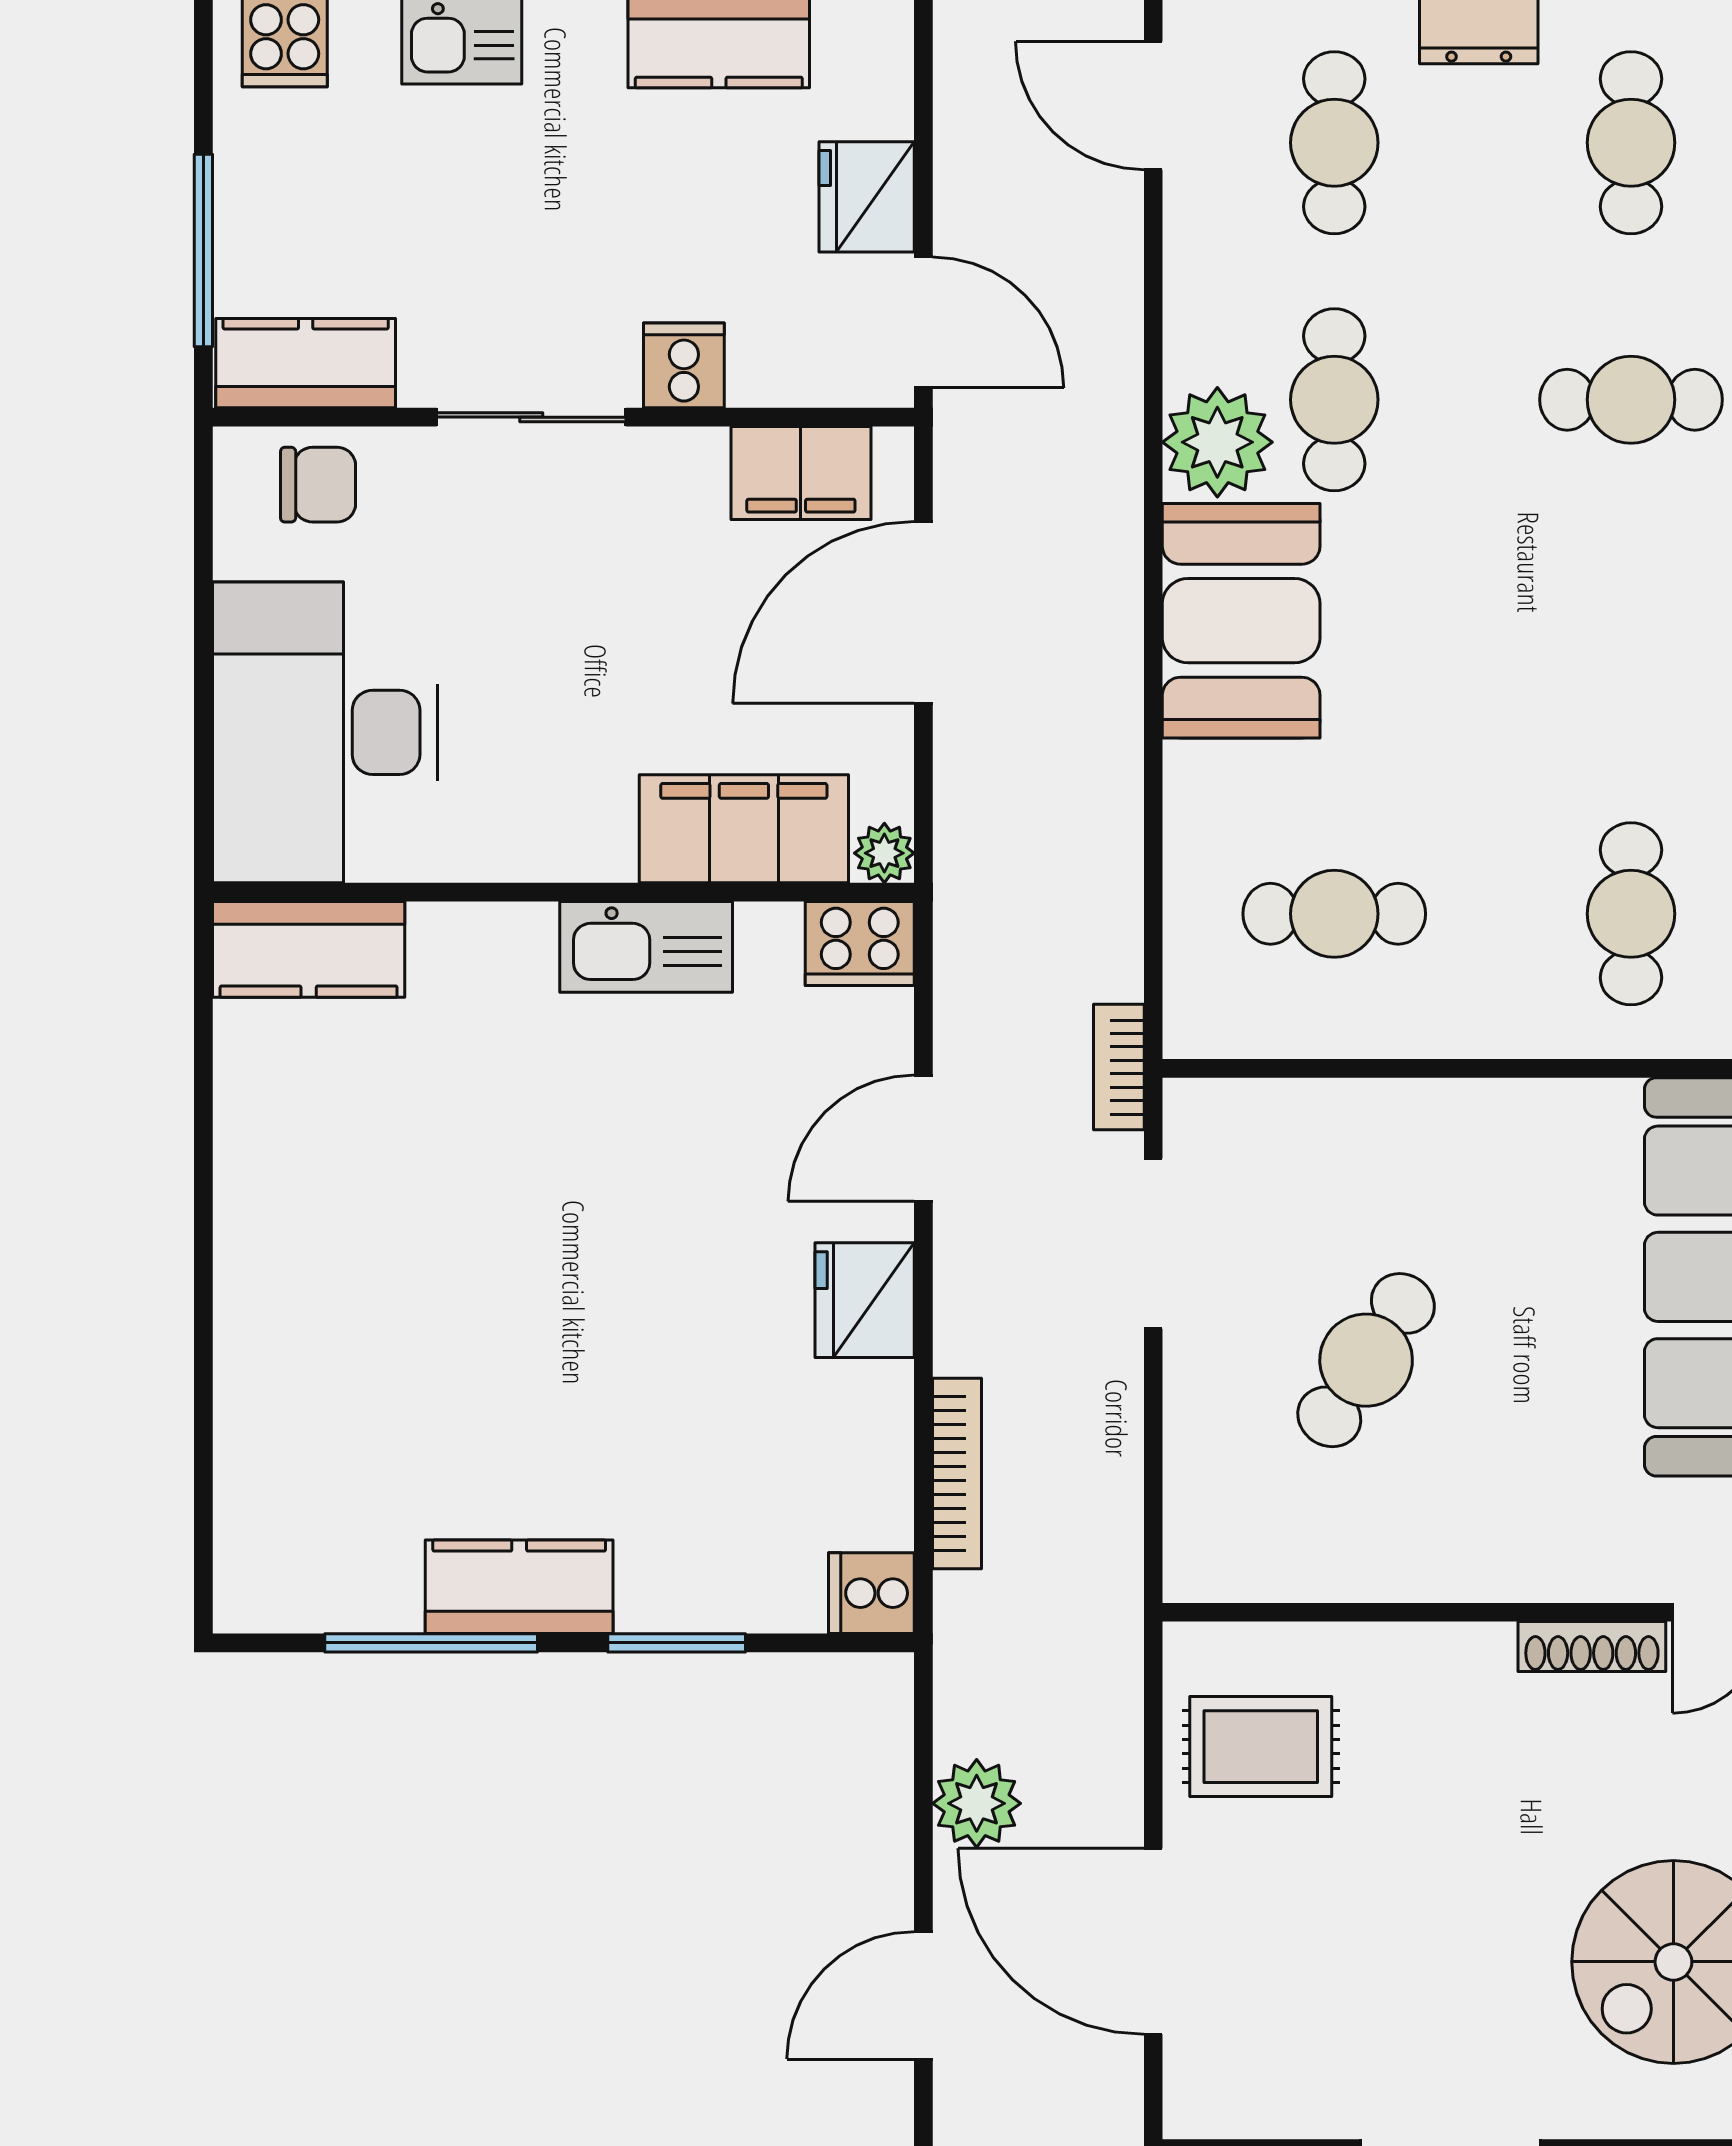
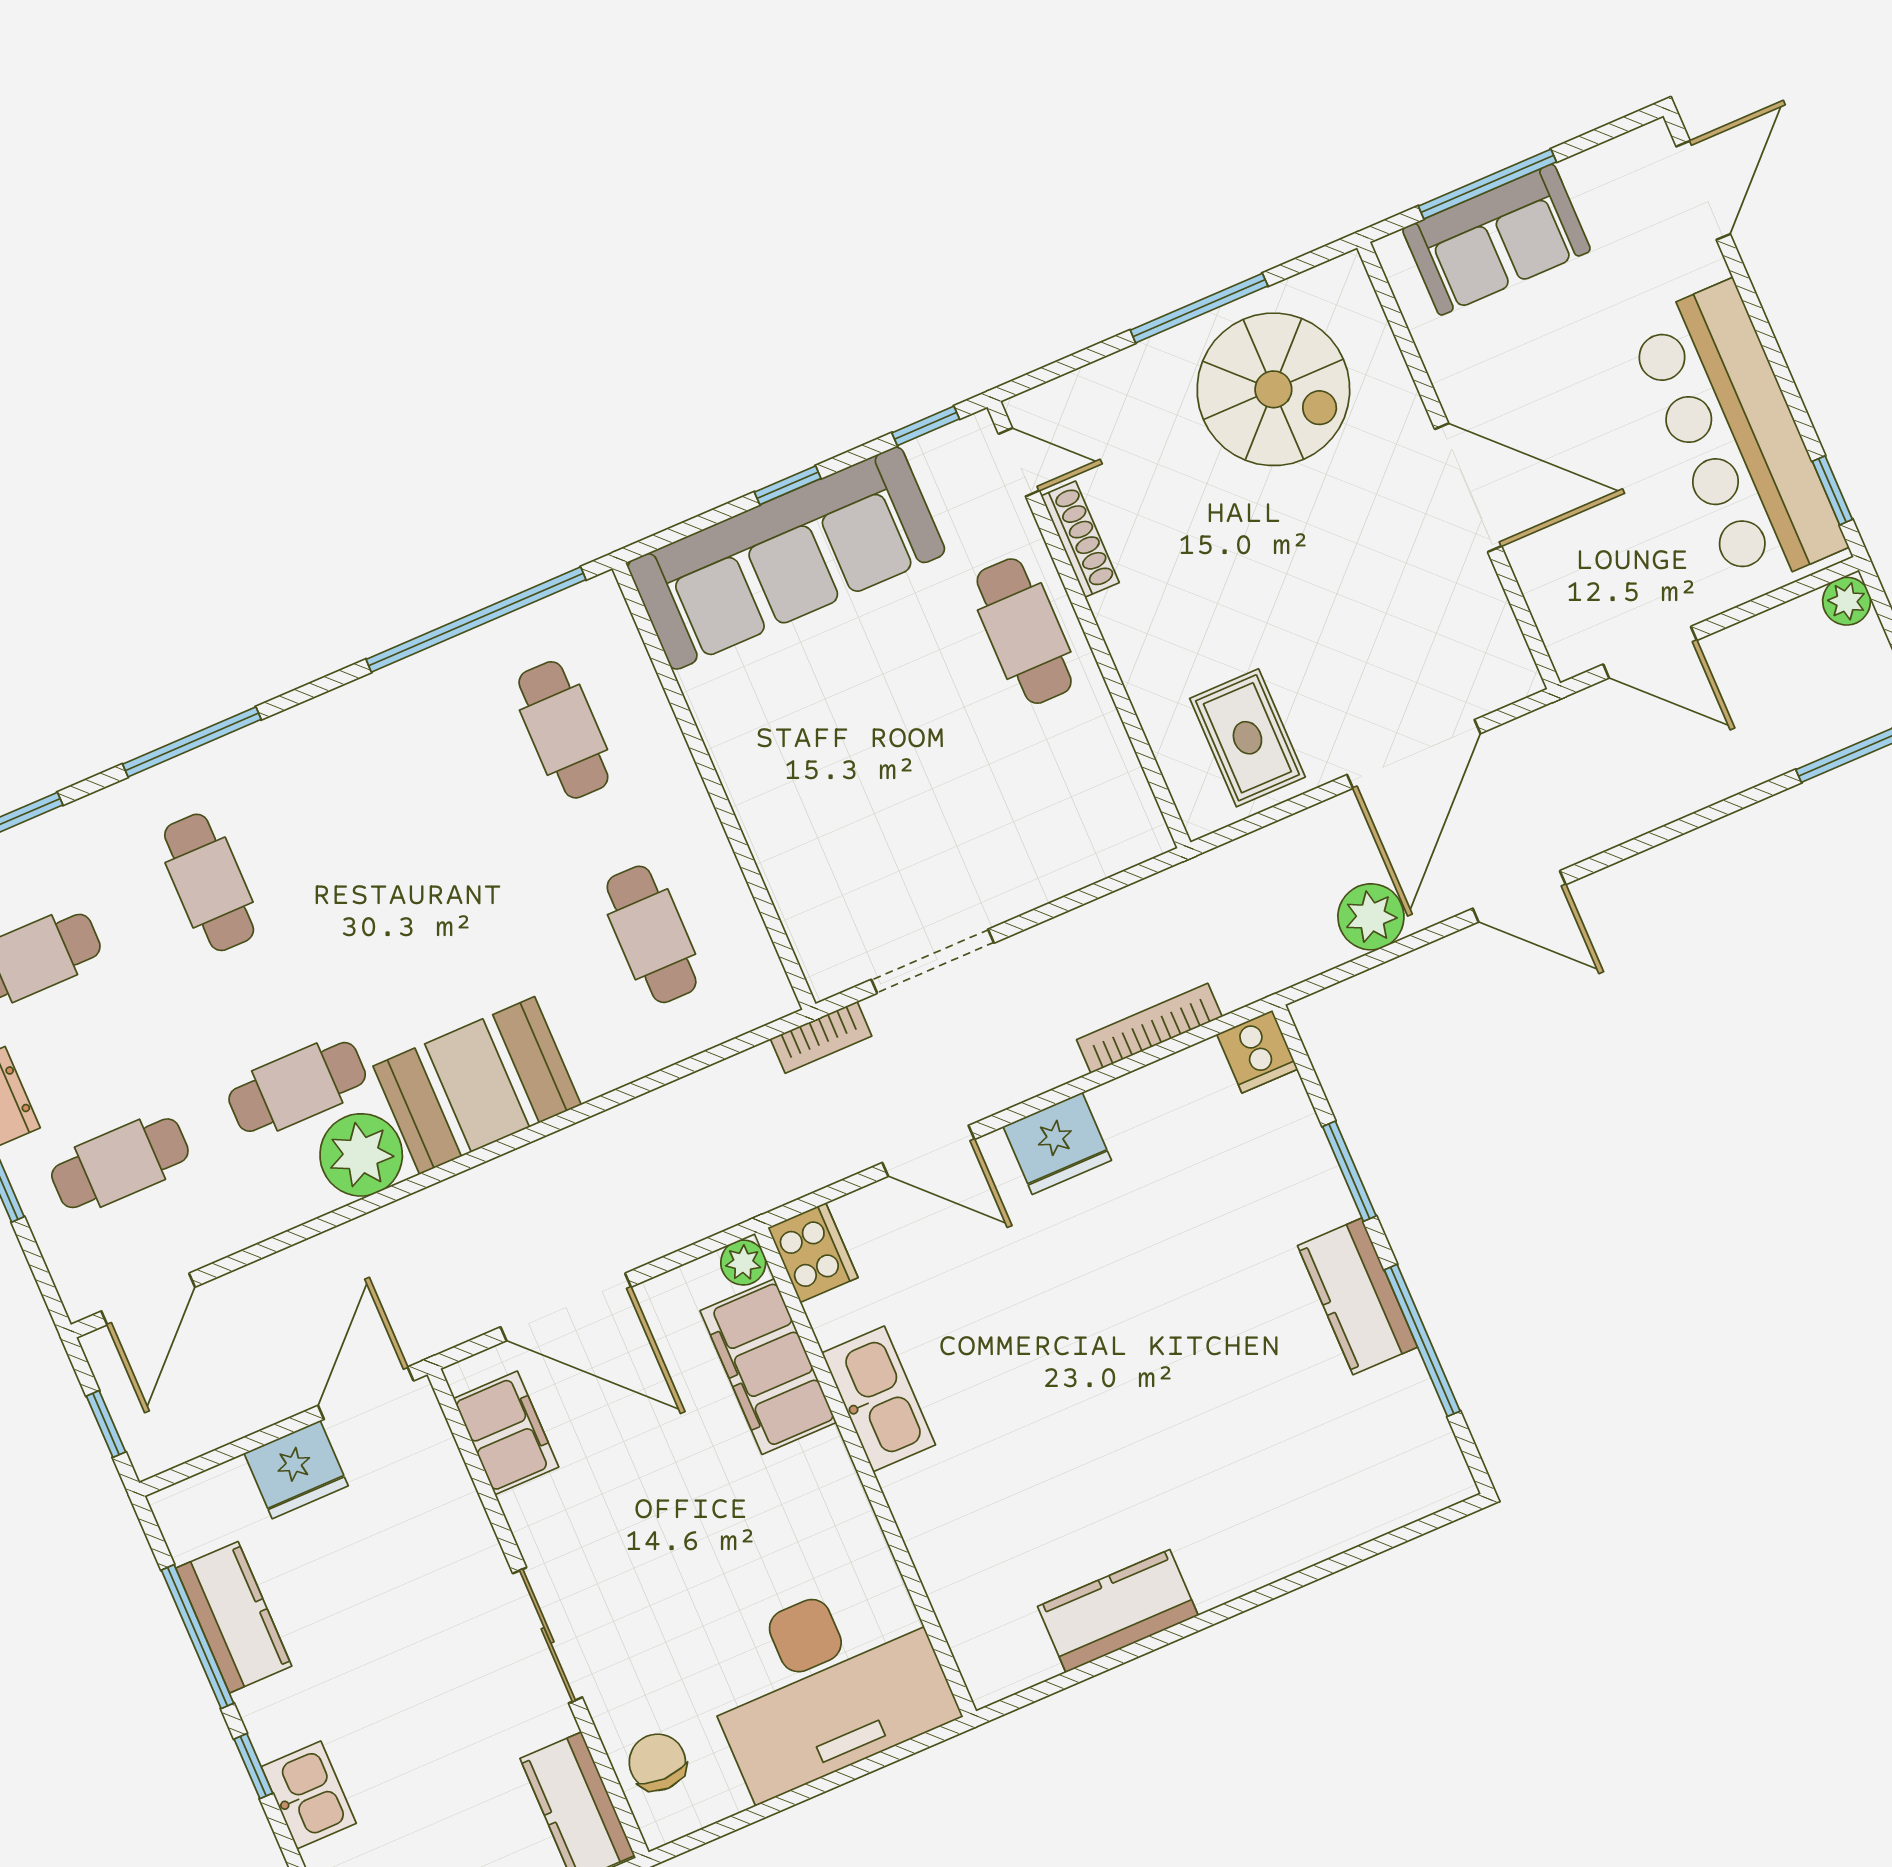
cooker: (684, 365) -> (467, 1545), removed
cafe table: (1631, 914) -> (563, 730), turned 90
kitchen counter: (309, 949) -> (1118, 1611), moved, turned -90
cafe table: (1366, 1360) -> (1024, 631), moved, turned 57

